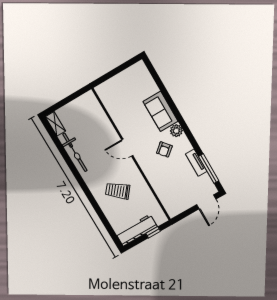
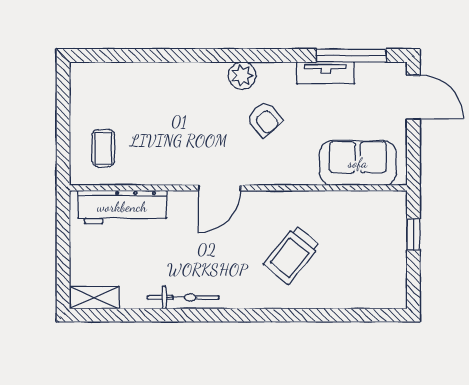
coffee table: (116, 93) -> (103, 148), added
sofa: (161, 111) -> (358, 163), moved, turned 180
bicycle: (75, 152) -> (183, 297), width x0.73, depth x0.71
workbench: (136, 230) -> (122, 207), moved, turned -90

